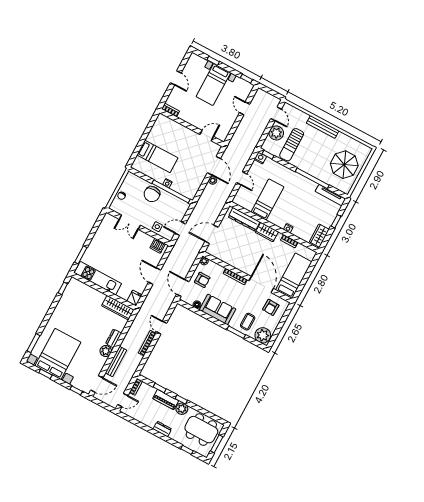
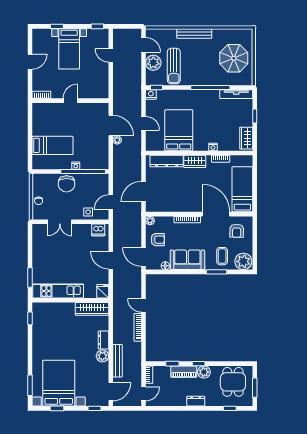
door: (176, 78) -> (30, 62), hinge flipped
door: (207, 136) -> (70, 101), moved
bed: (267, 200) -> (179, 130), width x1.50
dining table: (201, 430) -> (233, 382), width x0.73

